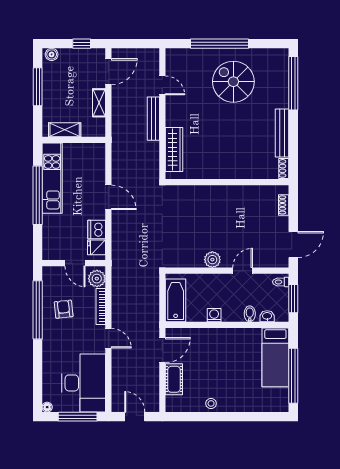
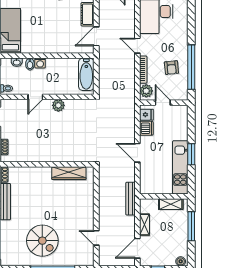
window: (38, 87) -> (191, 226), moved
bench: (153, 119) -> (131, 199), moved
wardrobe: (174, 150) -> (69, 173), moved, turned -90
window: (38, 195) -> (191, 154), width x0.47
washing machine: (214, 315) -> (40, 63), moved

